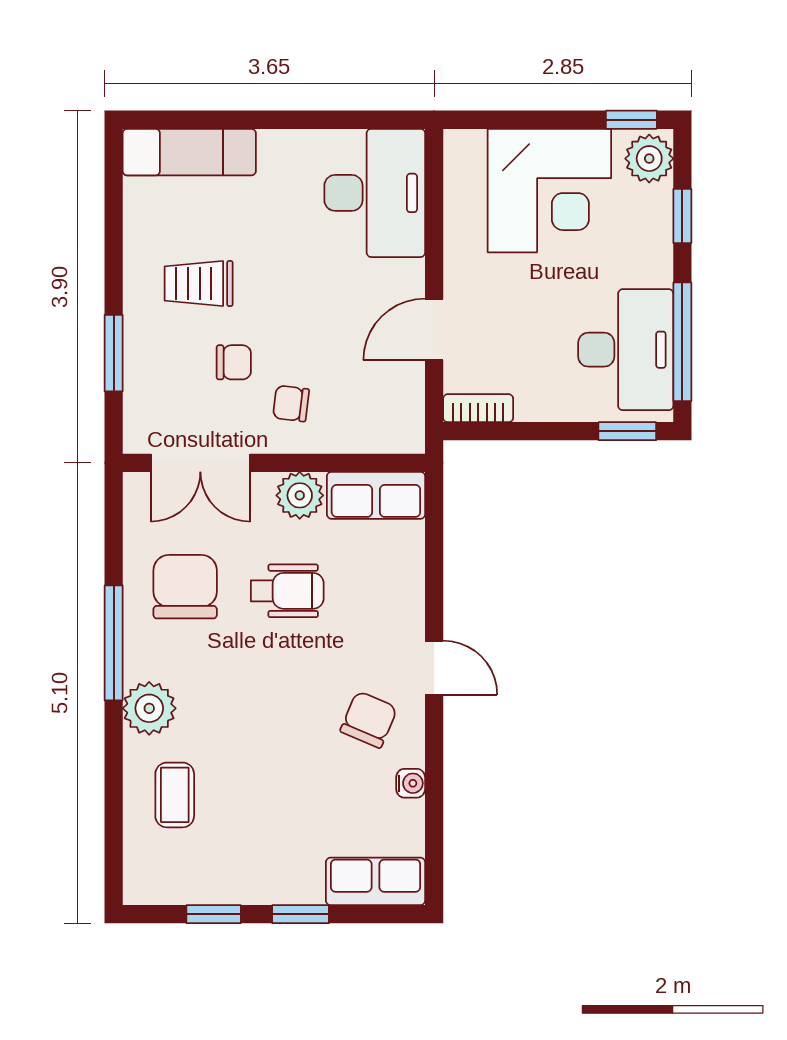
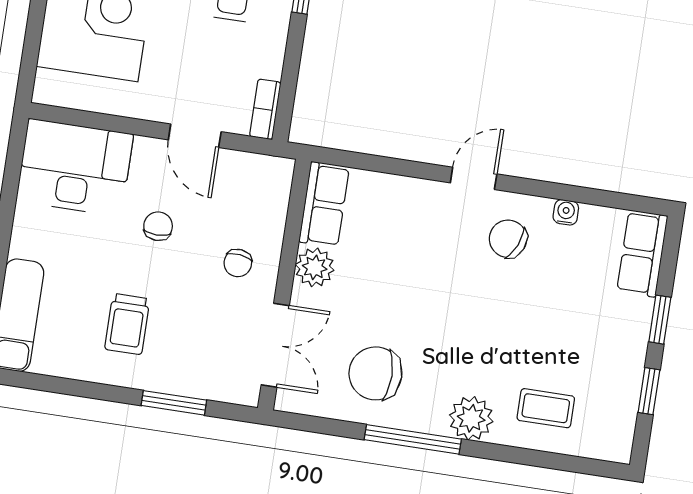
chair: (234, 362) -> (158, 226), moved
wheelchair: (287, 591) -> (392, 290), removed

